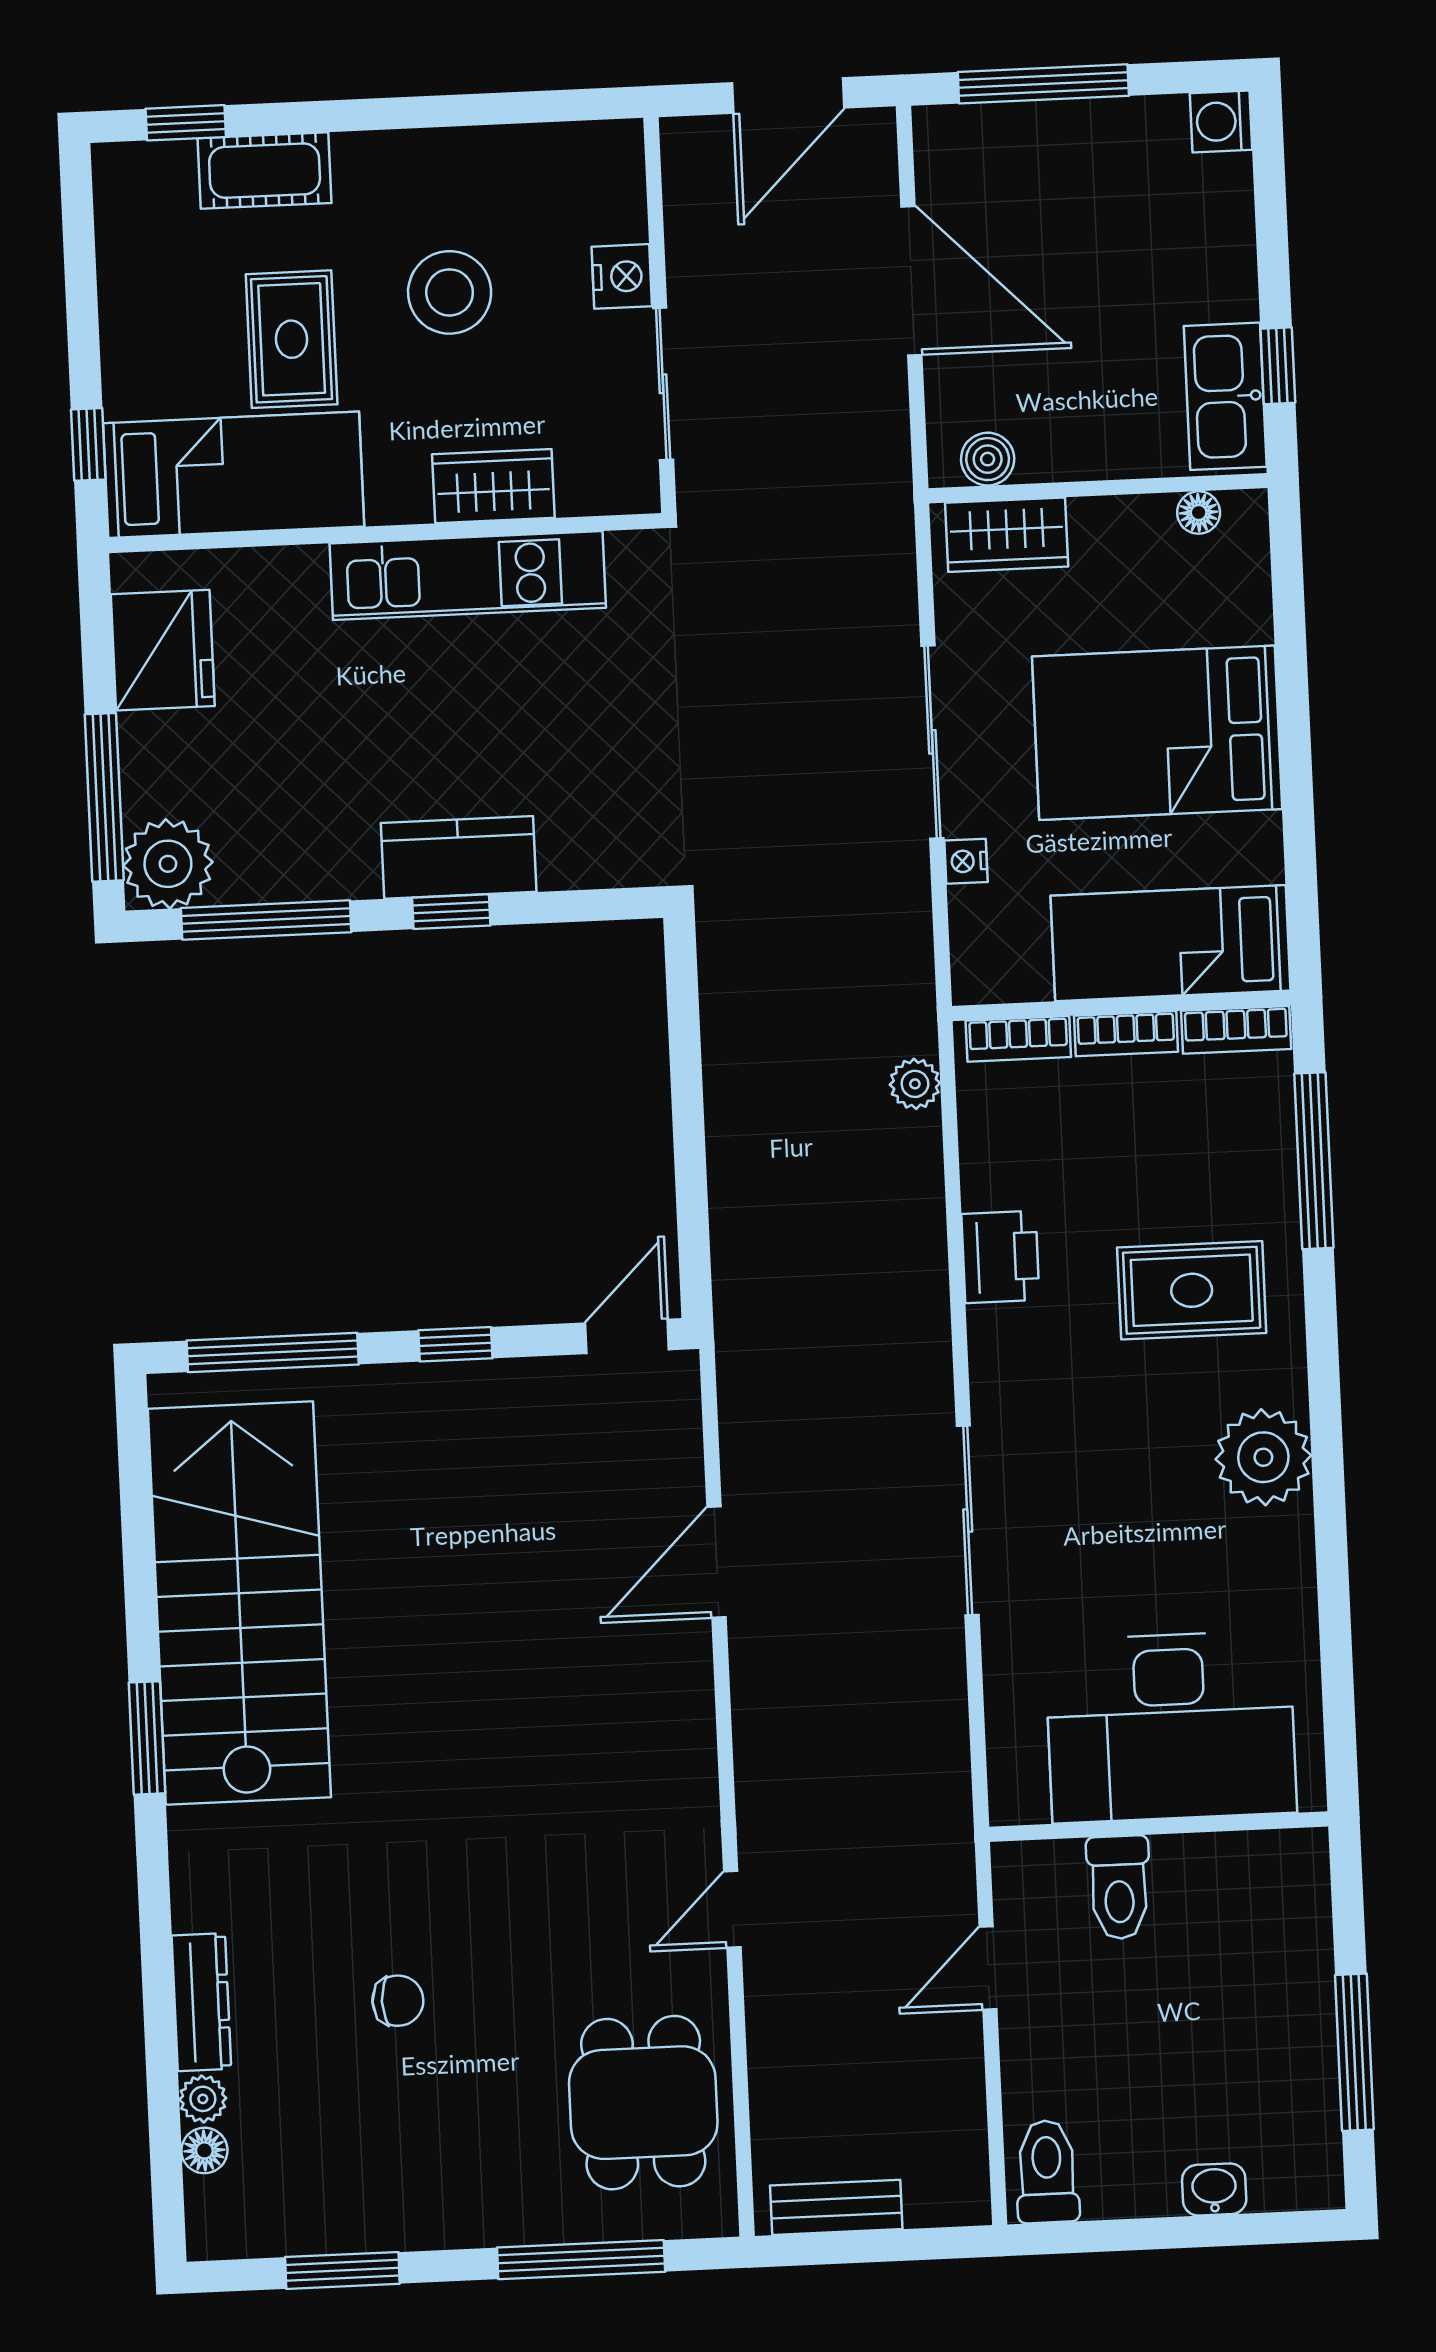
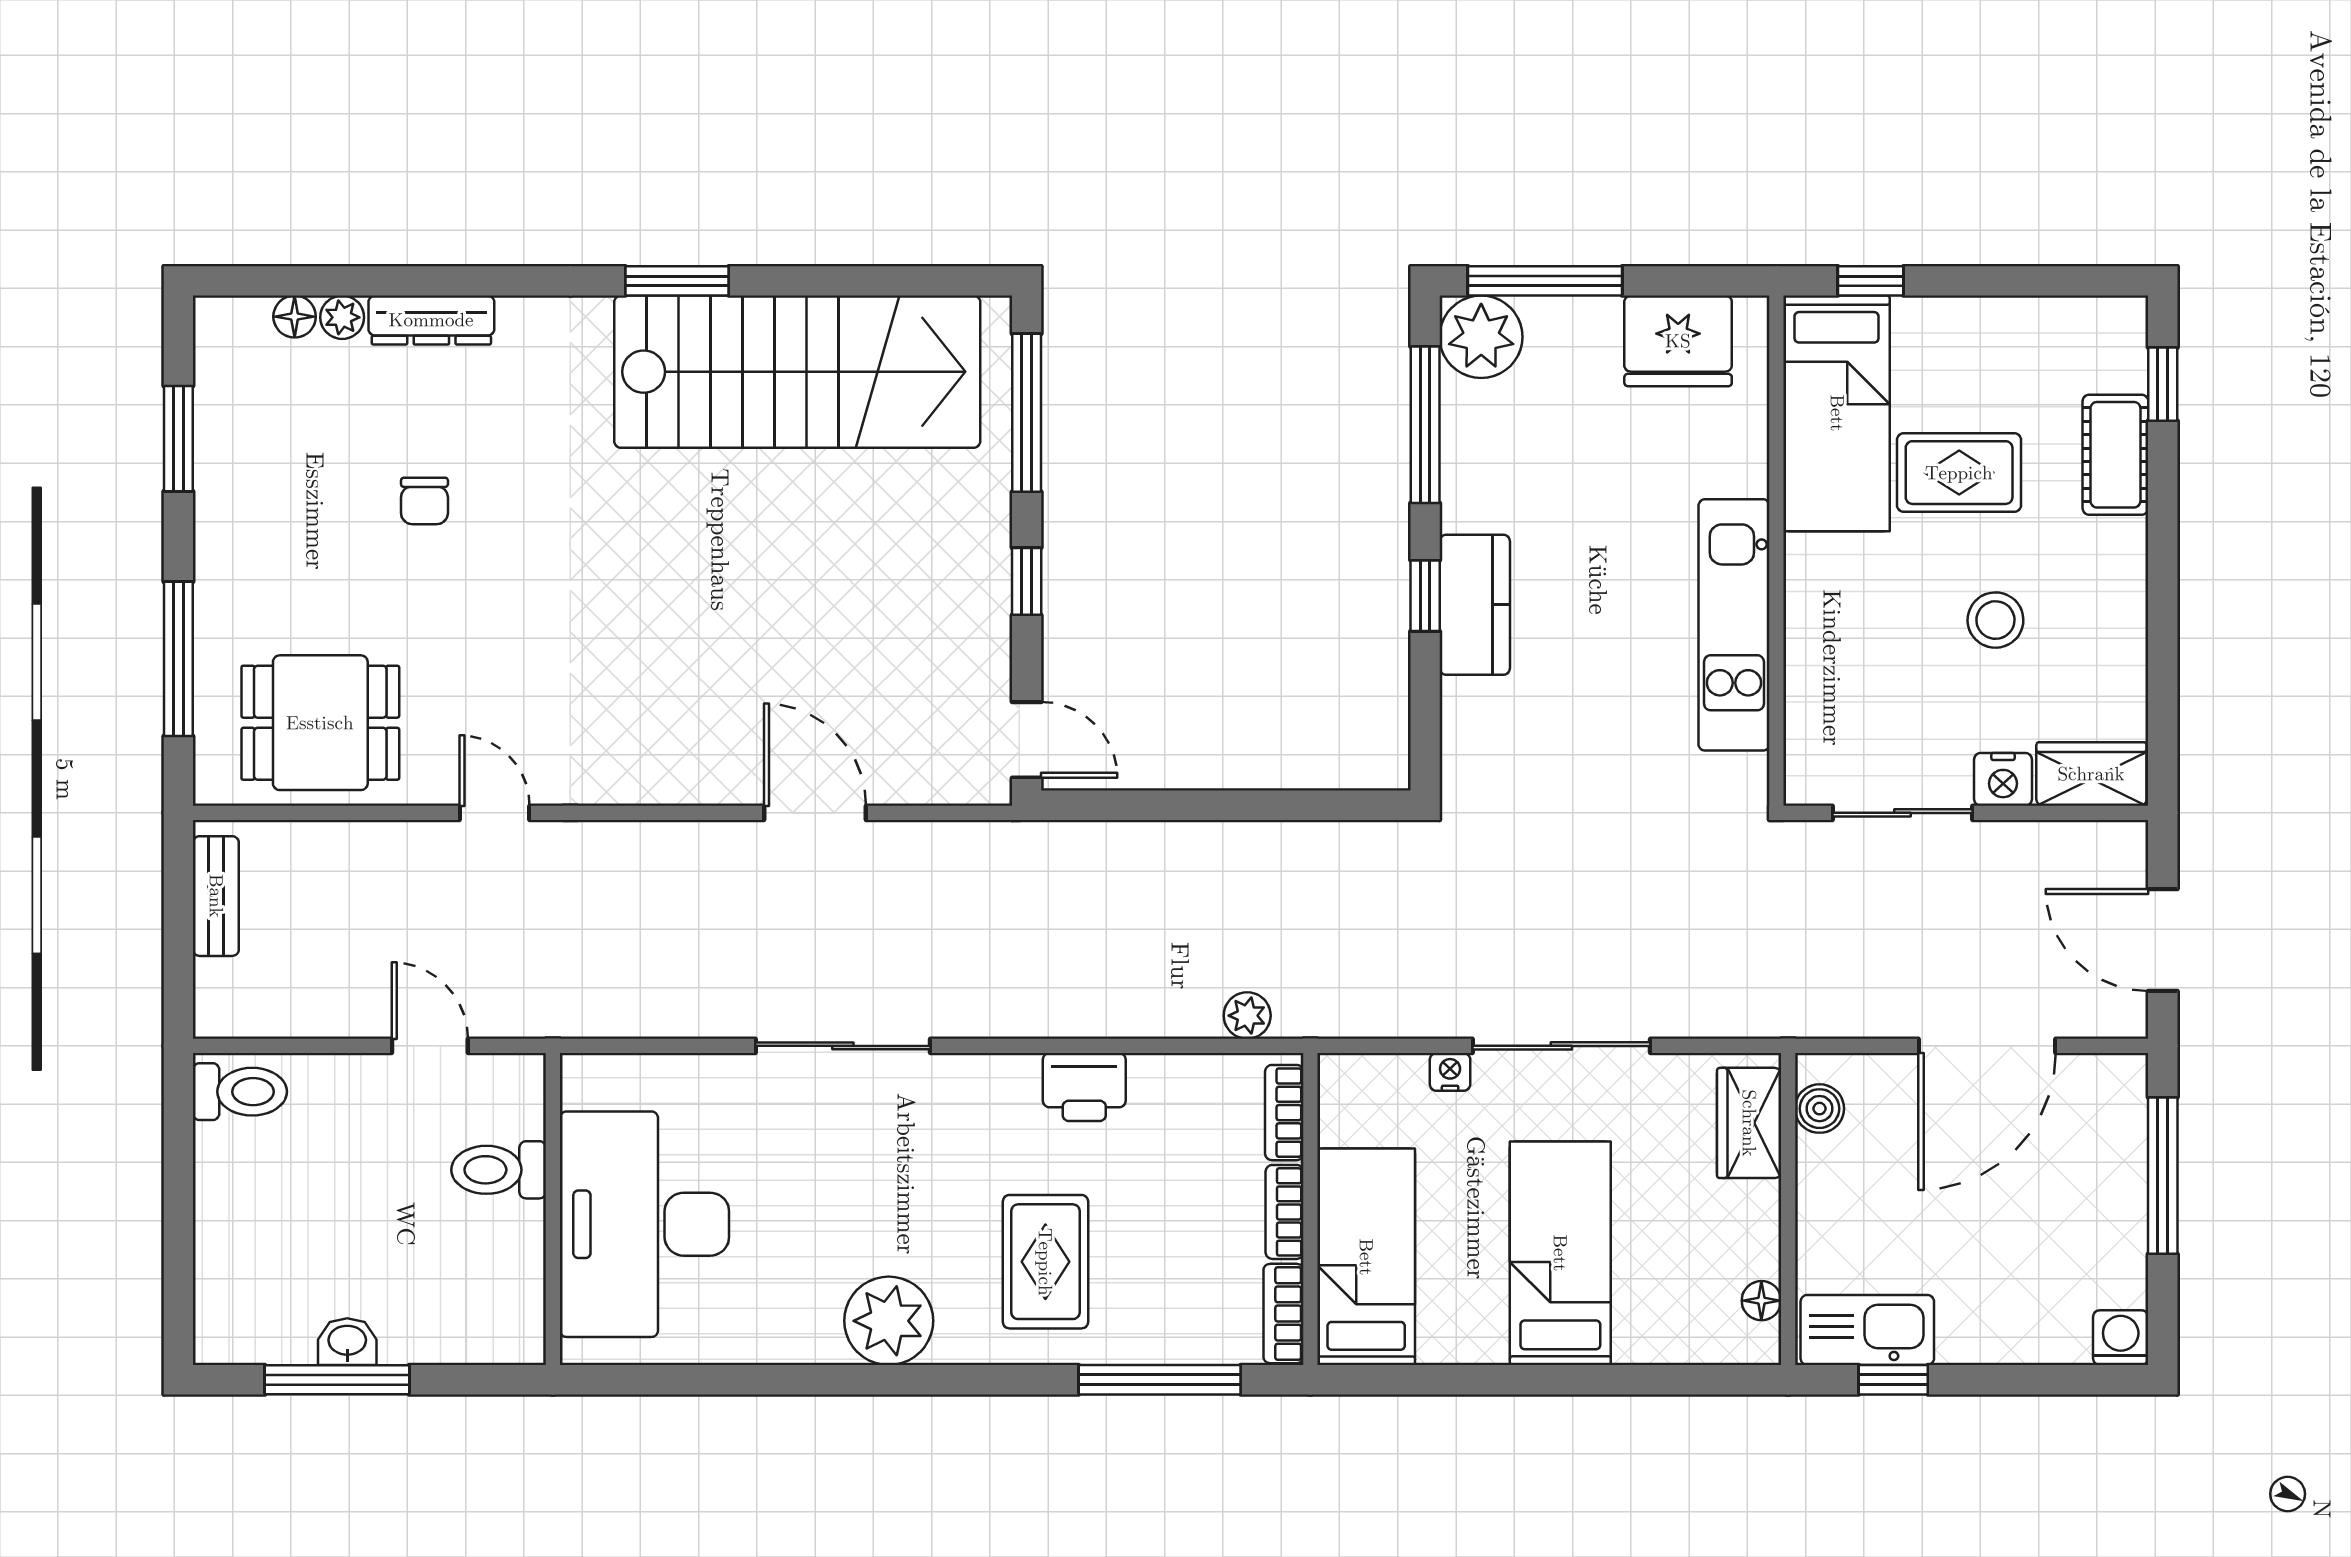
stool: (450, 292) -> (1995, 620), width x0.73, depth x0.73
wardrobe: (493, 486) -> (2091, 774), moved, turned -90
bed: (1157, 733) -> (1560, 1253), width x0.67
washbasin: (1214, 2189) -> (347, 1342), moved, turned -90

